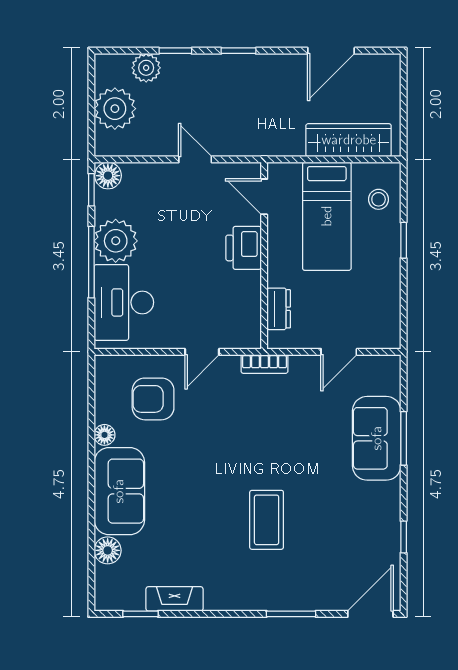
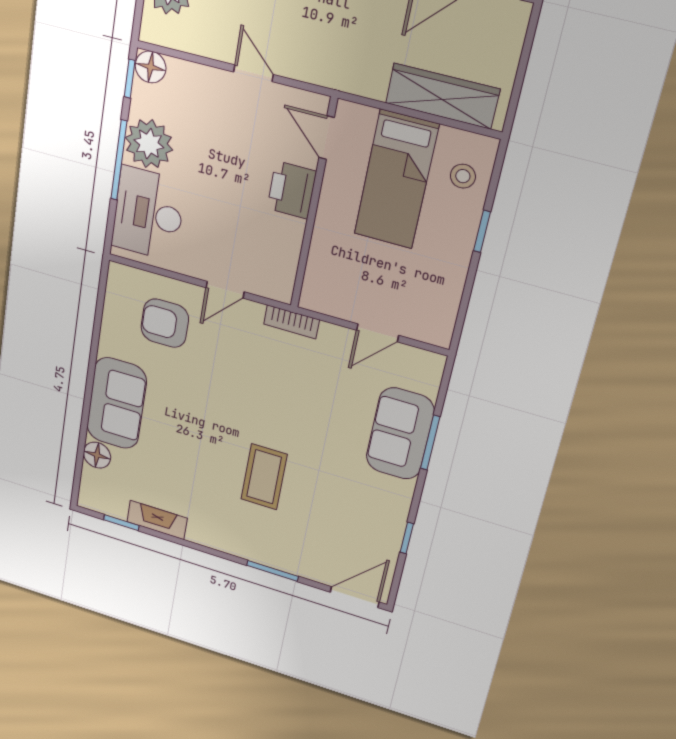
dresser: (279, 309) -> (319, 268), removed
floor lamp: (104, 435) -> (109, 344), removed

